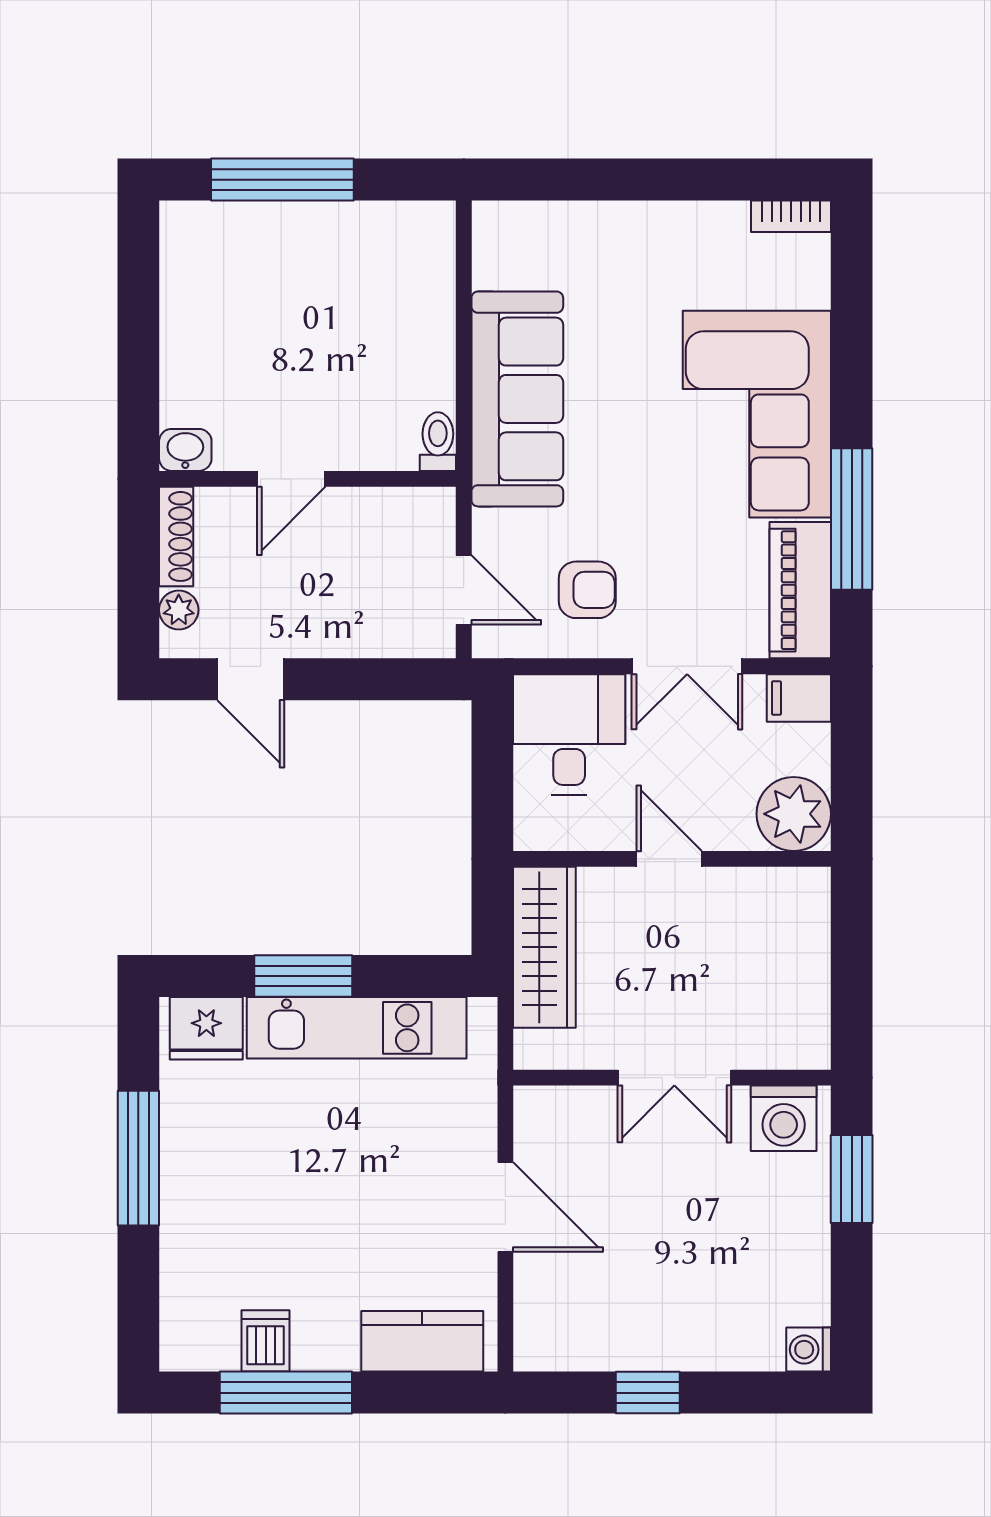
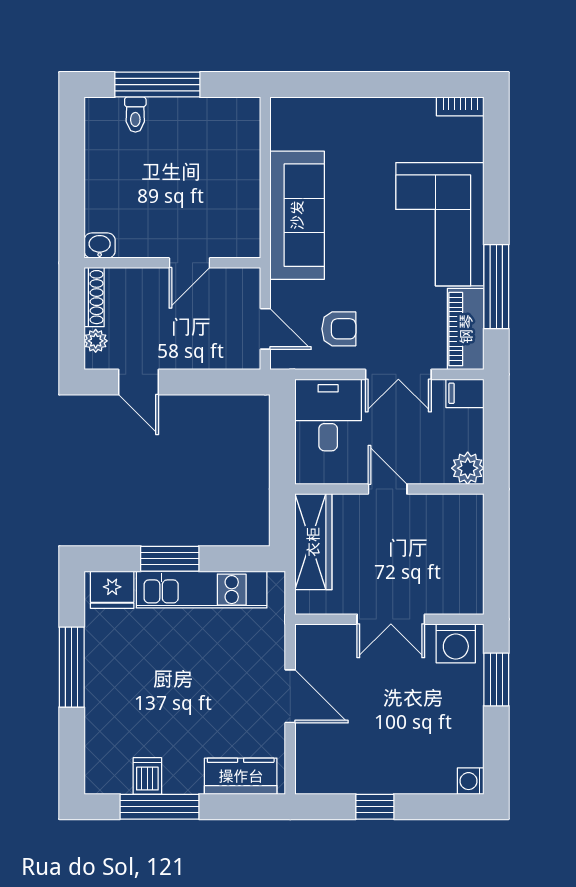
toilet: (438, 442) -> (135, 115), moved, turned 180
door: (291, 479) -> (189, 263), moved
plant: (794, 814) -> (468, 468), width x0.73, depth x0.73

